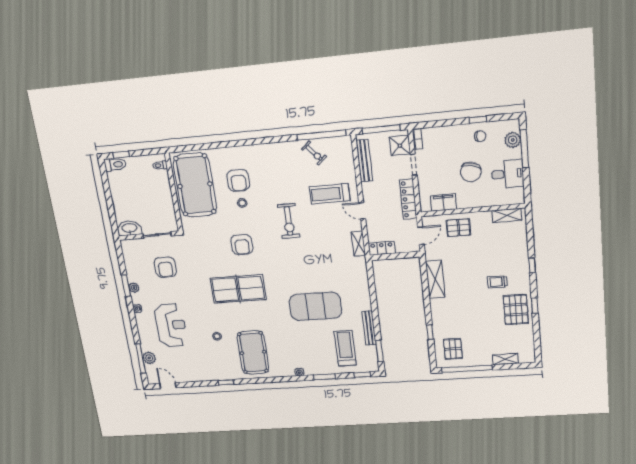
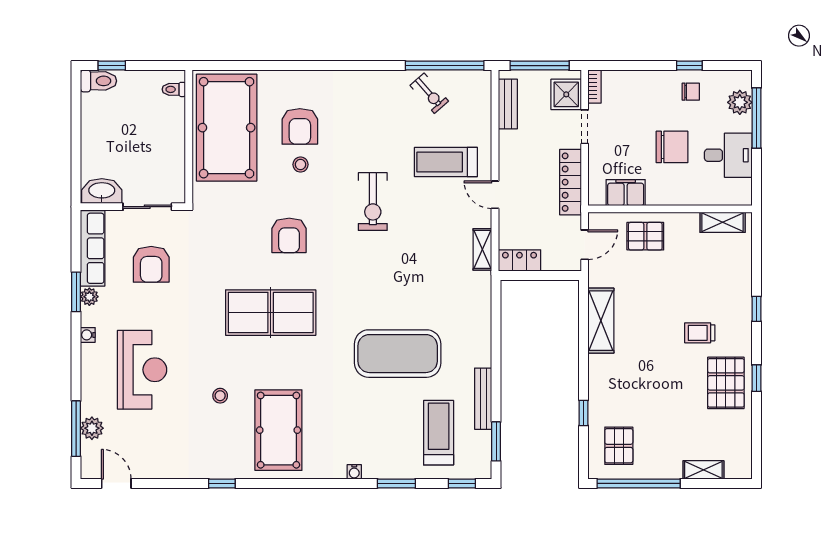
bench: (364, 161) -> (508, 104), width x0.73
chair: (471, 172) -> (672, 147), turned -103
row of seats: (131, 261) -> (93, 248), added

